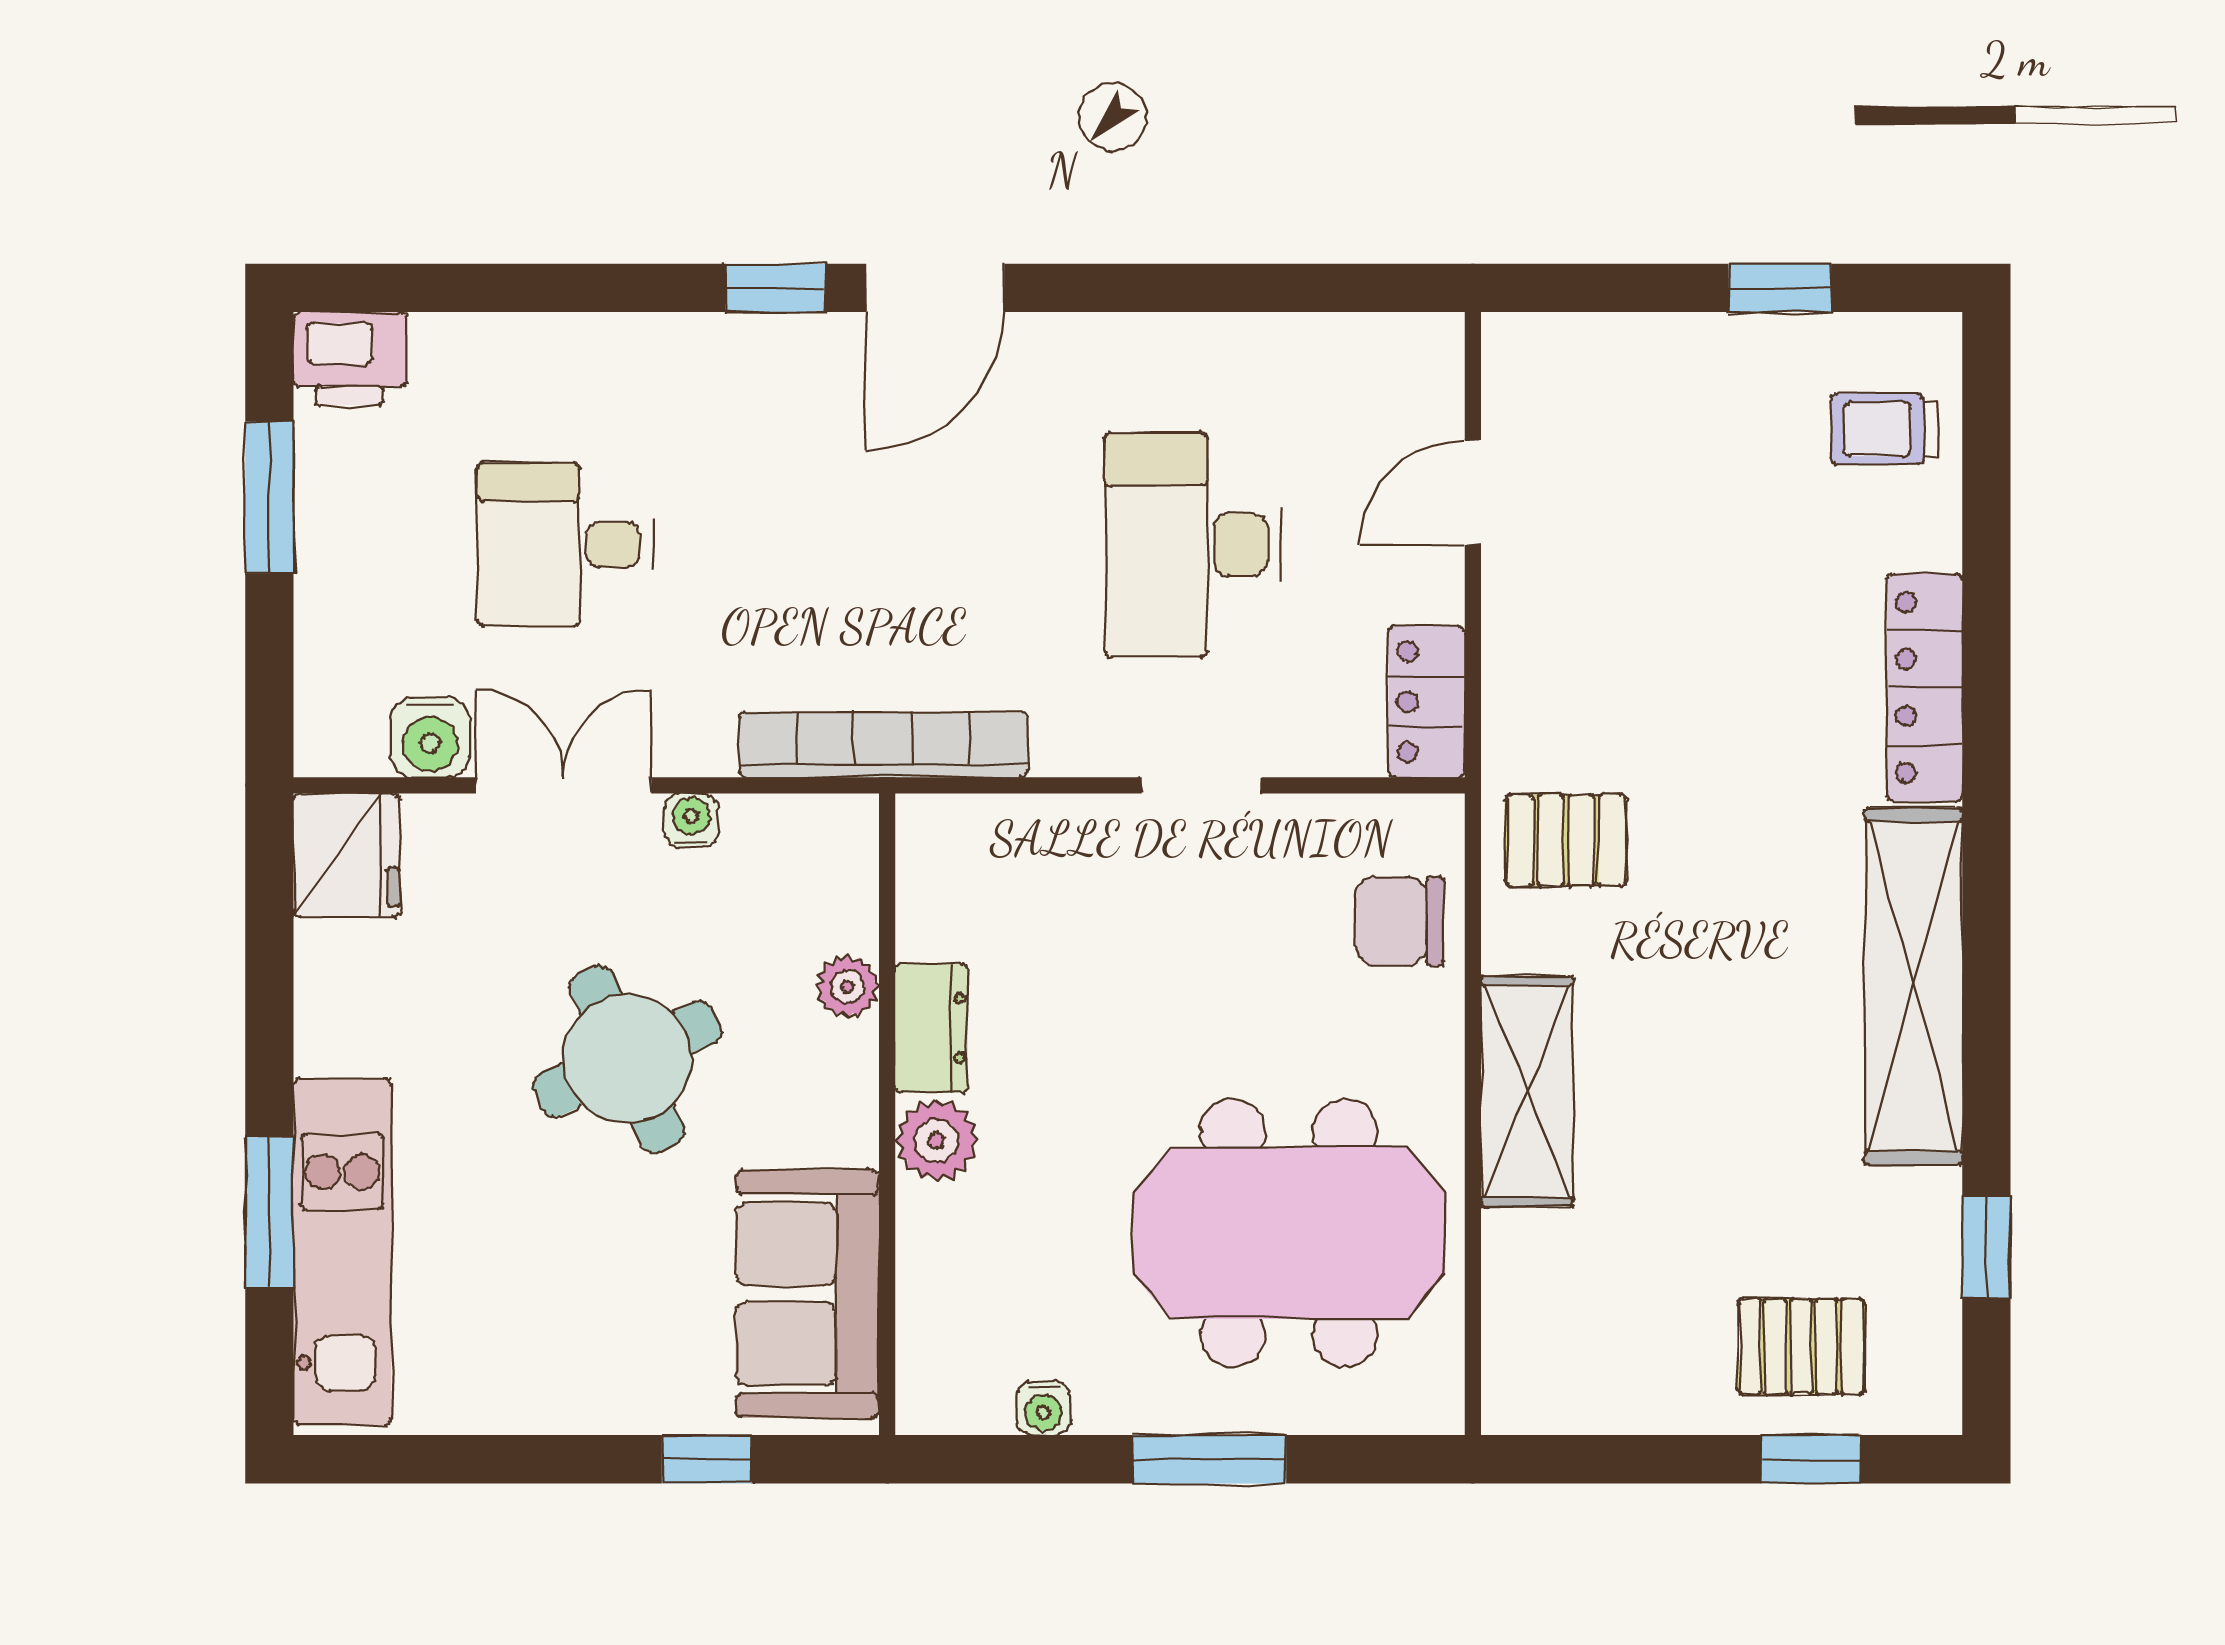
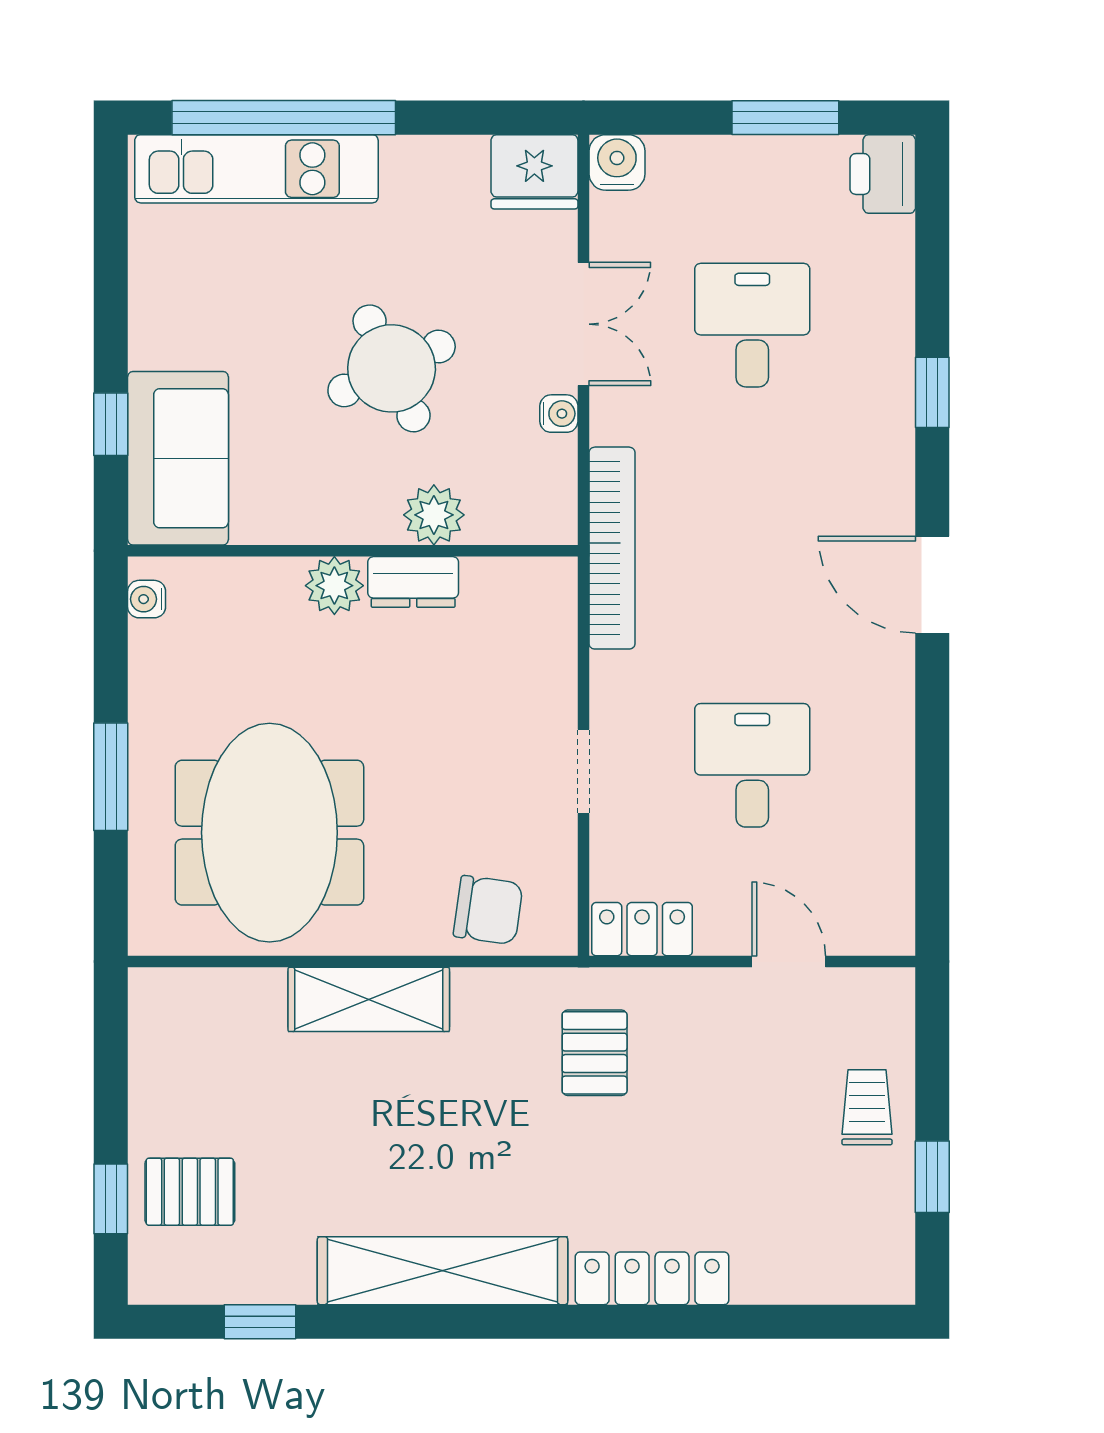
window: (775, 288) -> (932, 392), moved
trolley: (1885, 429) -> (867, 1107), moved
desk: (1193, 545) -> (752, 765), width x0.73
water cooler: (430, 737) -> (617, 162), moved, turned 90
pallet: (1566, 840) -> (595, 1053), moved
chair: (1399, 921) -> (488, 910), turned 98
plant: (848, 987) -> (434, 515), width x1.38, depth x1.38
window: (269, 1213) -> (284, 118), width x2.11
sofa: (807, 1294) -> (178, 458), moved, turned 90
pallet: (1801, 1347) -> (190, 1192), turned 90
water cooler: (1043, 1408) -> (147, 599), moved

